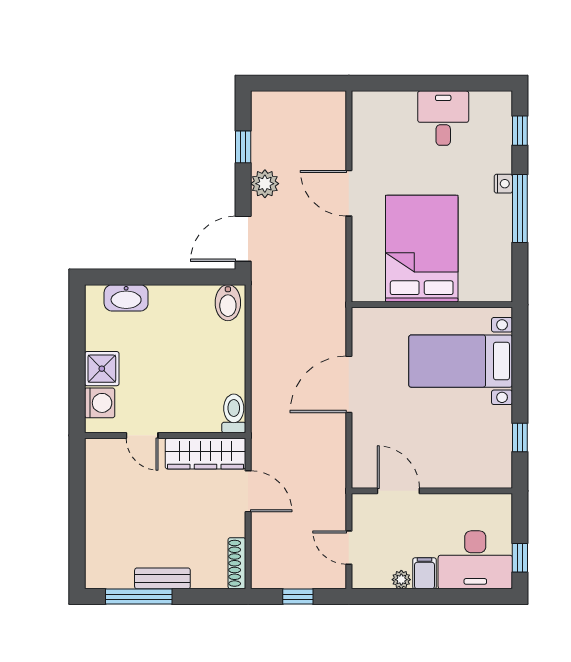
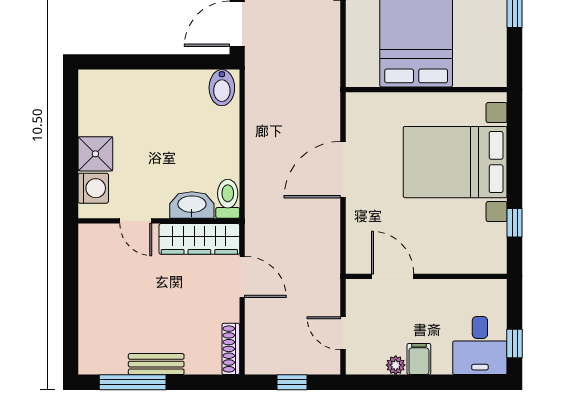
washbasin: (126, 298) -> (192, 205), moved, turned 180
bed with nightstands: (461, 361) -> (455, 162), width x1.36
desk: (475, 560) -> (480, 346), width x0.73

